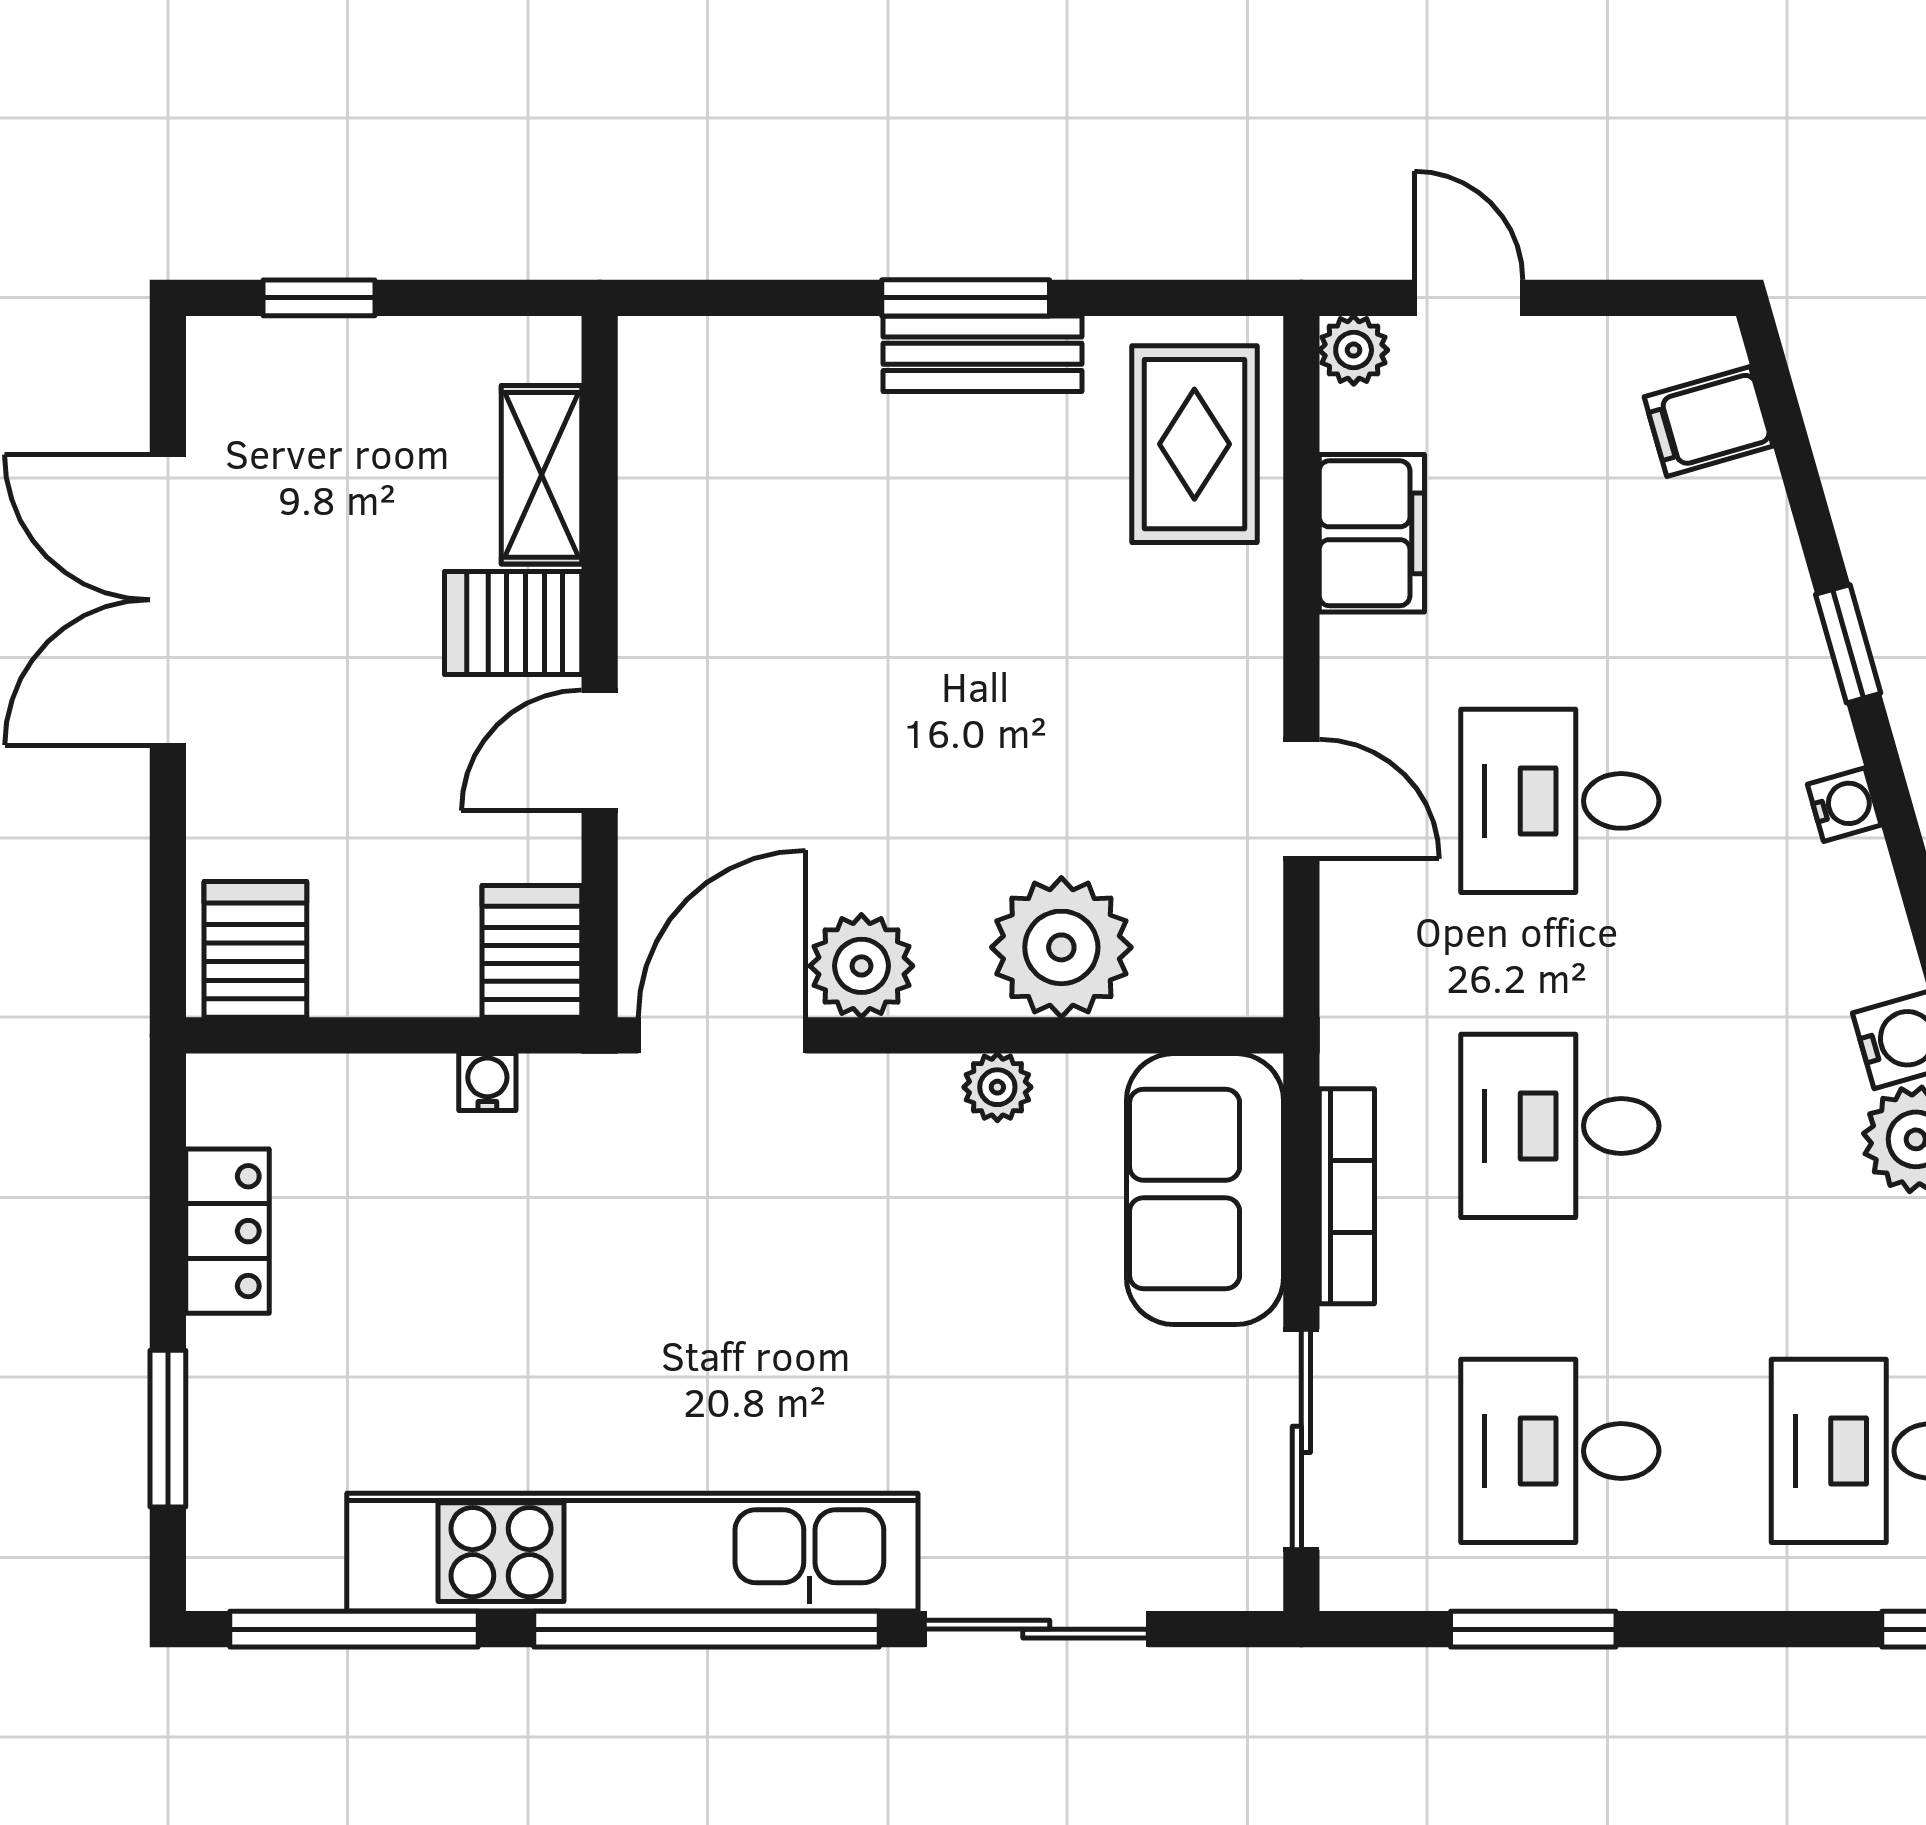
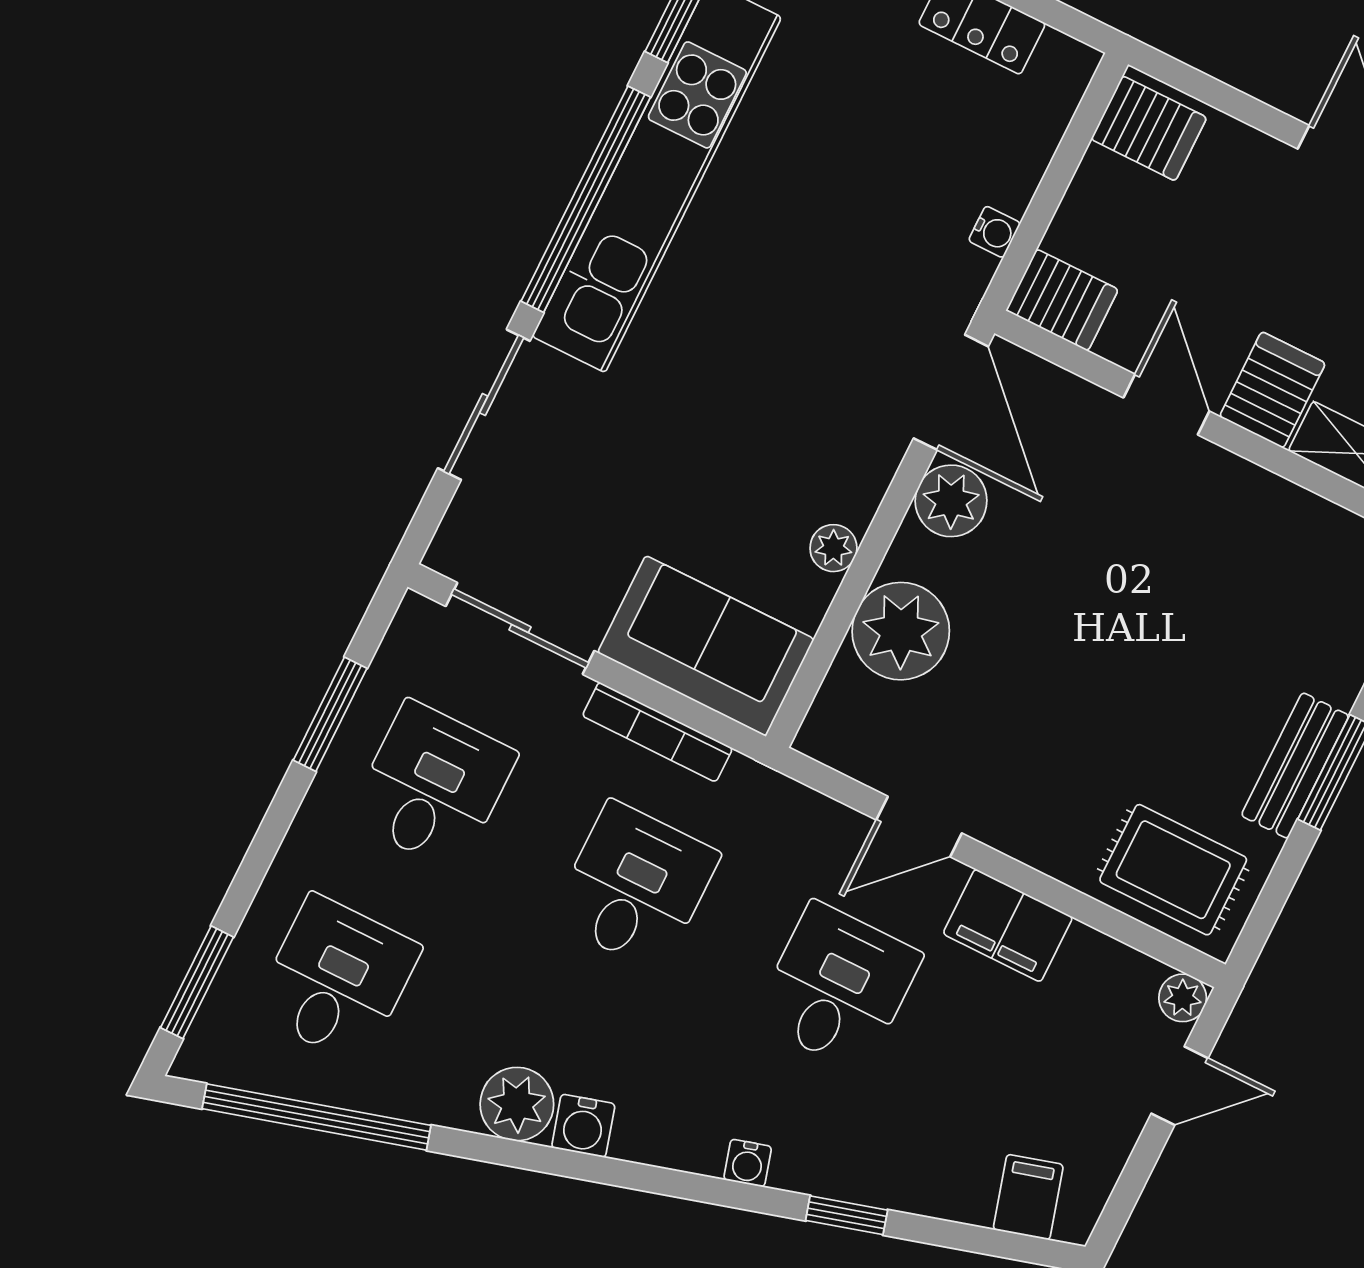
filing cabinet: (1372, 533) -> (1008, 925), moved

